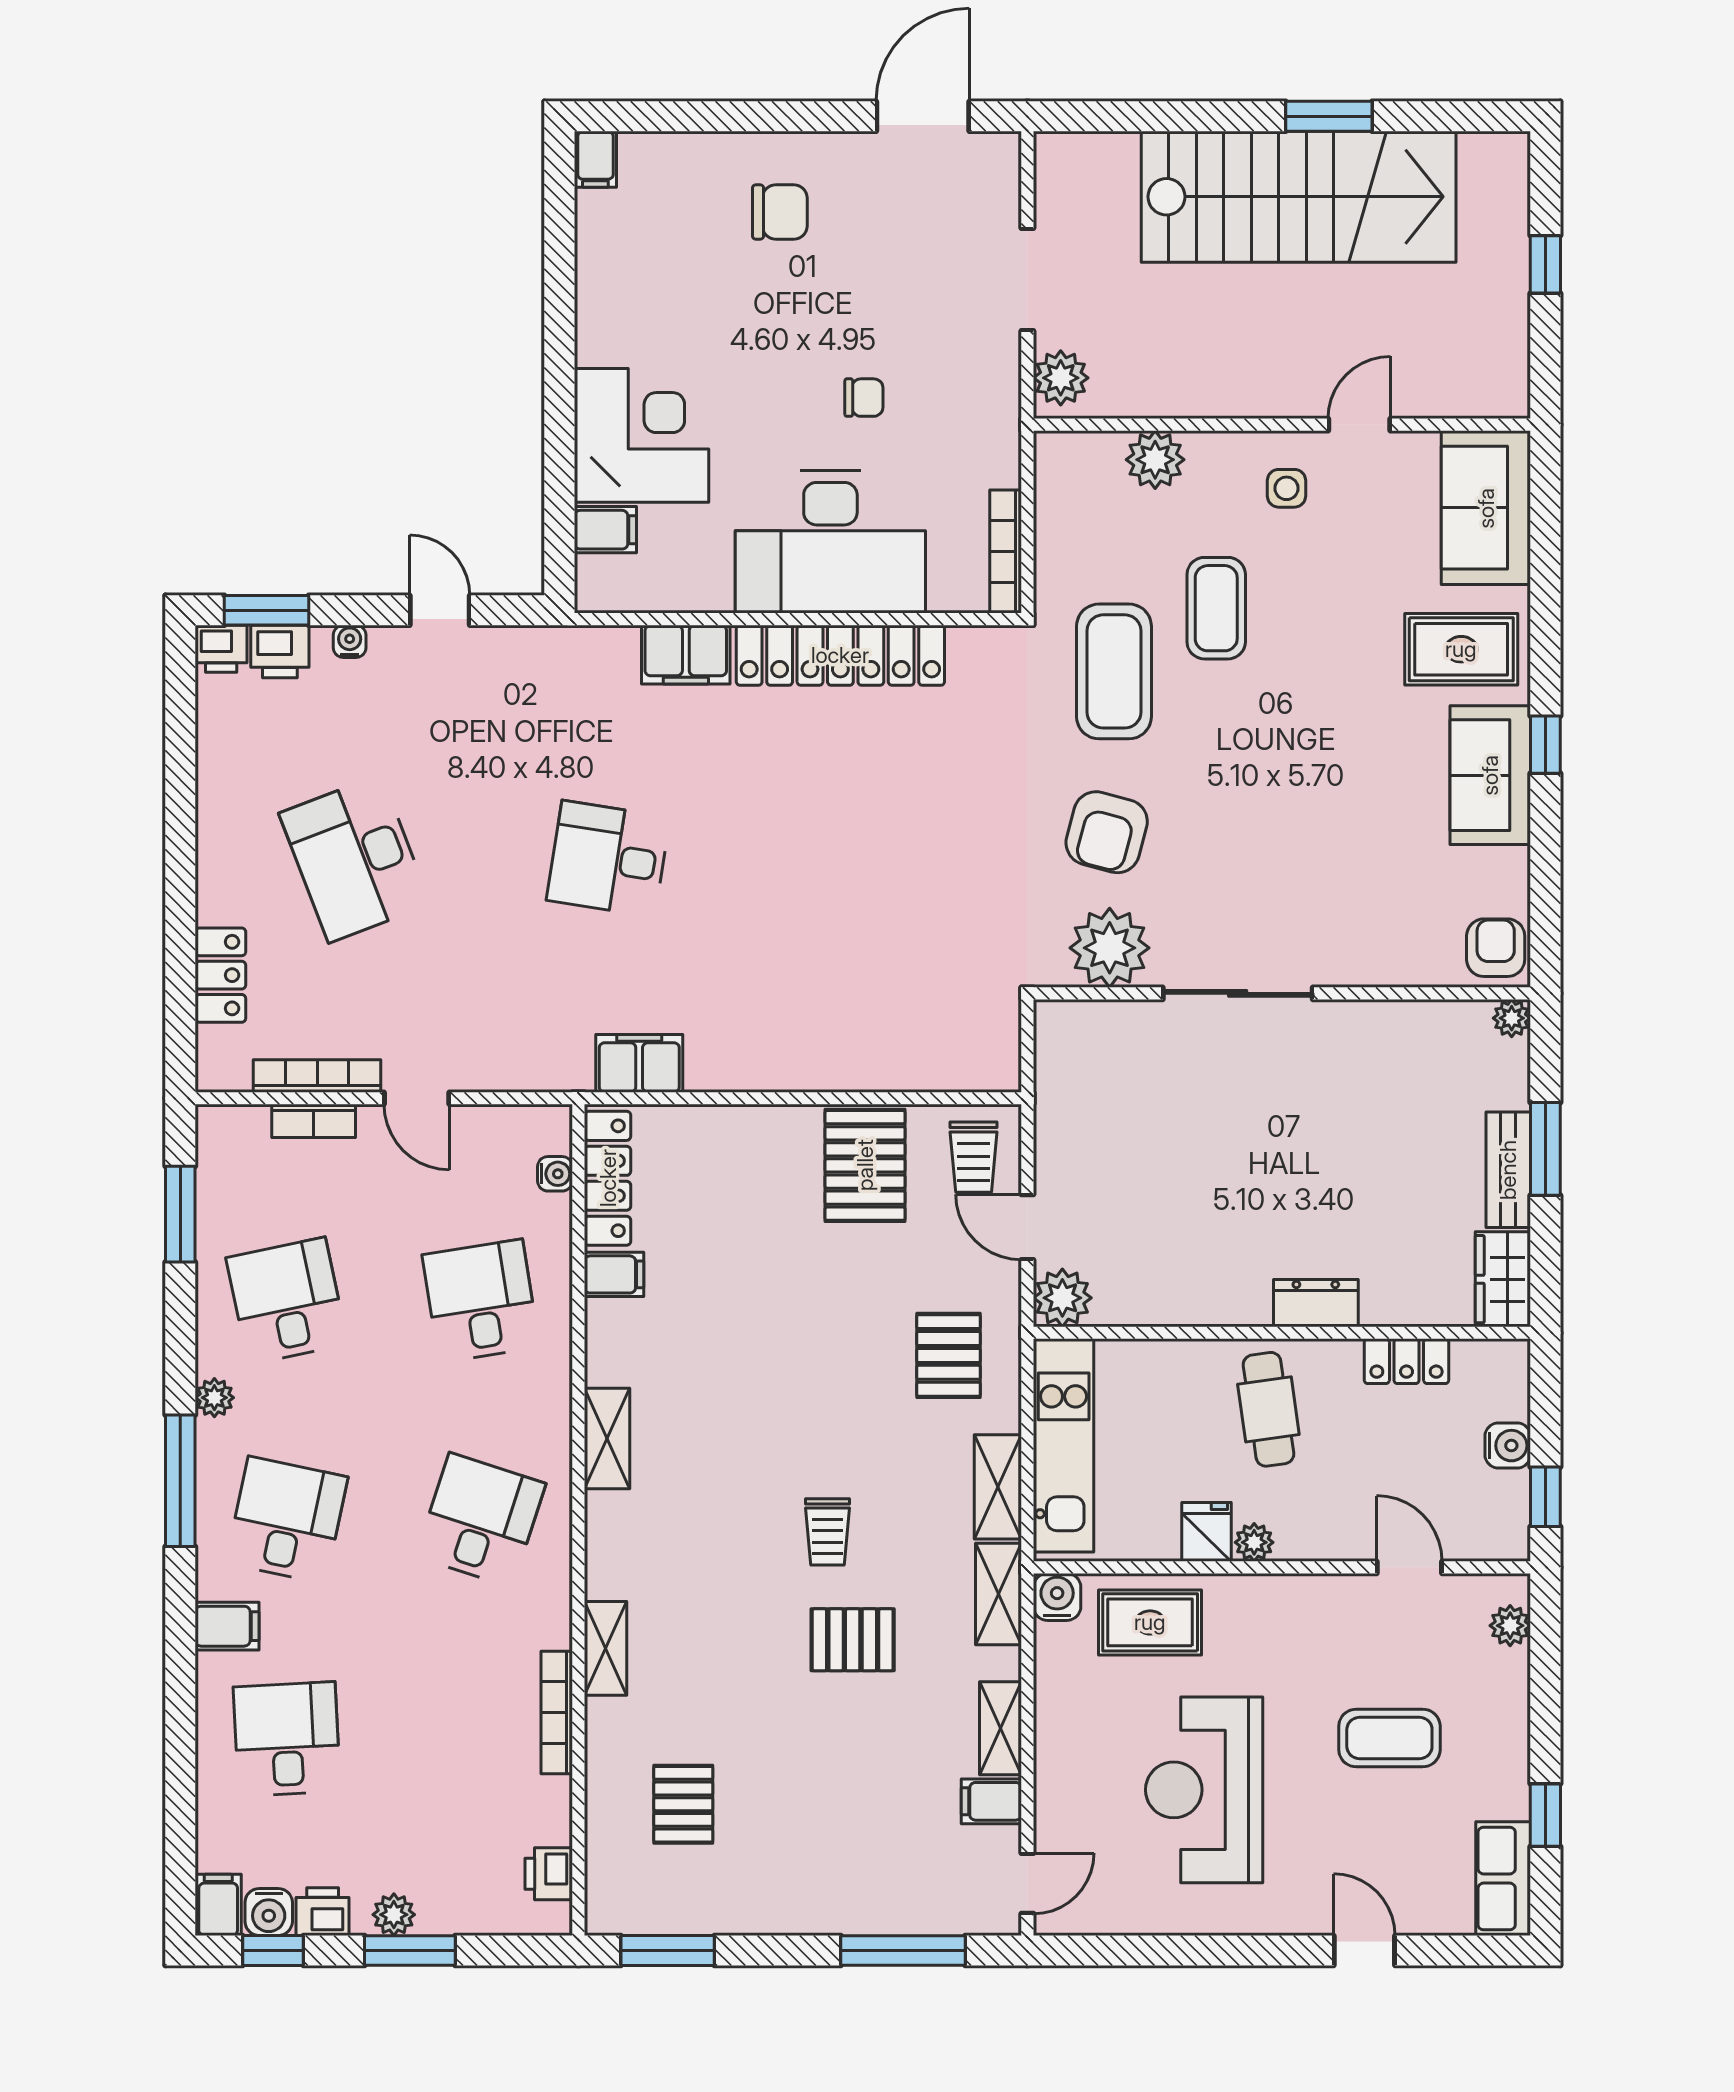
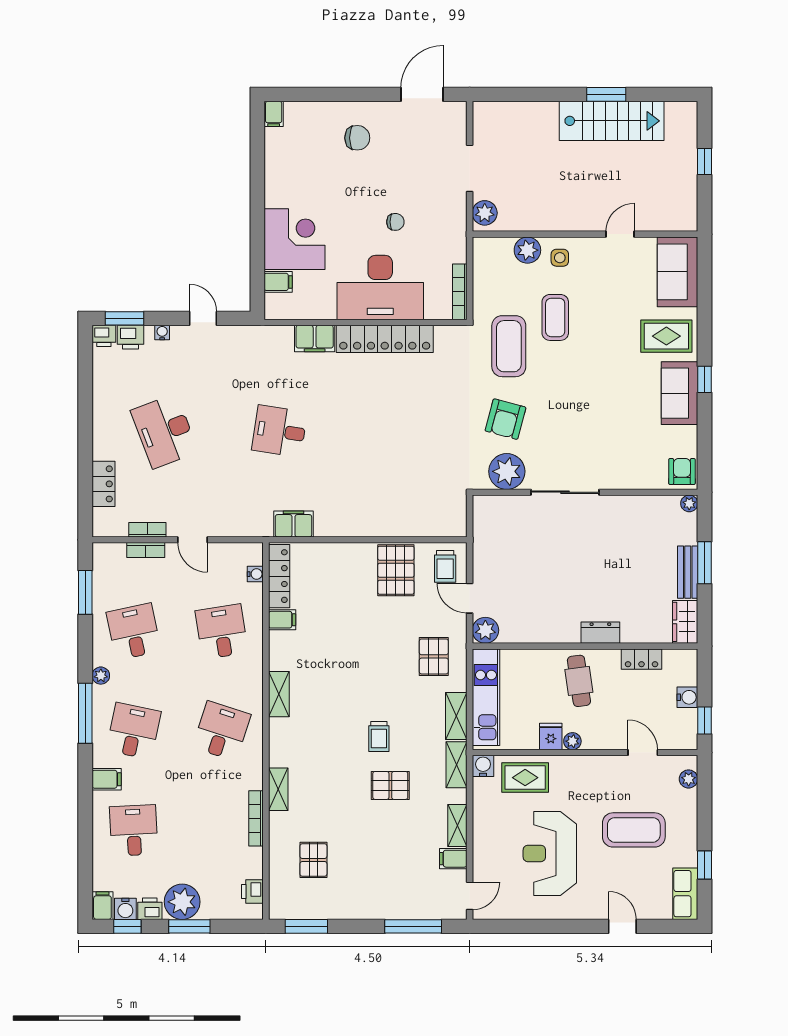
stairs: (1299, 197) -> (612, 121), width x0.73, depth x0.66
side table: (1287, 488) -> (560, 258), moved
bookcase: (317, 1076) -> (147, 530), width x0.64
coffee table: (1389, 1738) -> (634, 830), width x1.36, depth x1.32
plant: (394, 1915) -> (182, 902), width x1.87, depth x1.87

